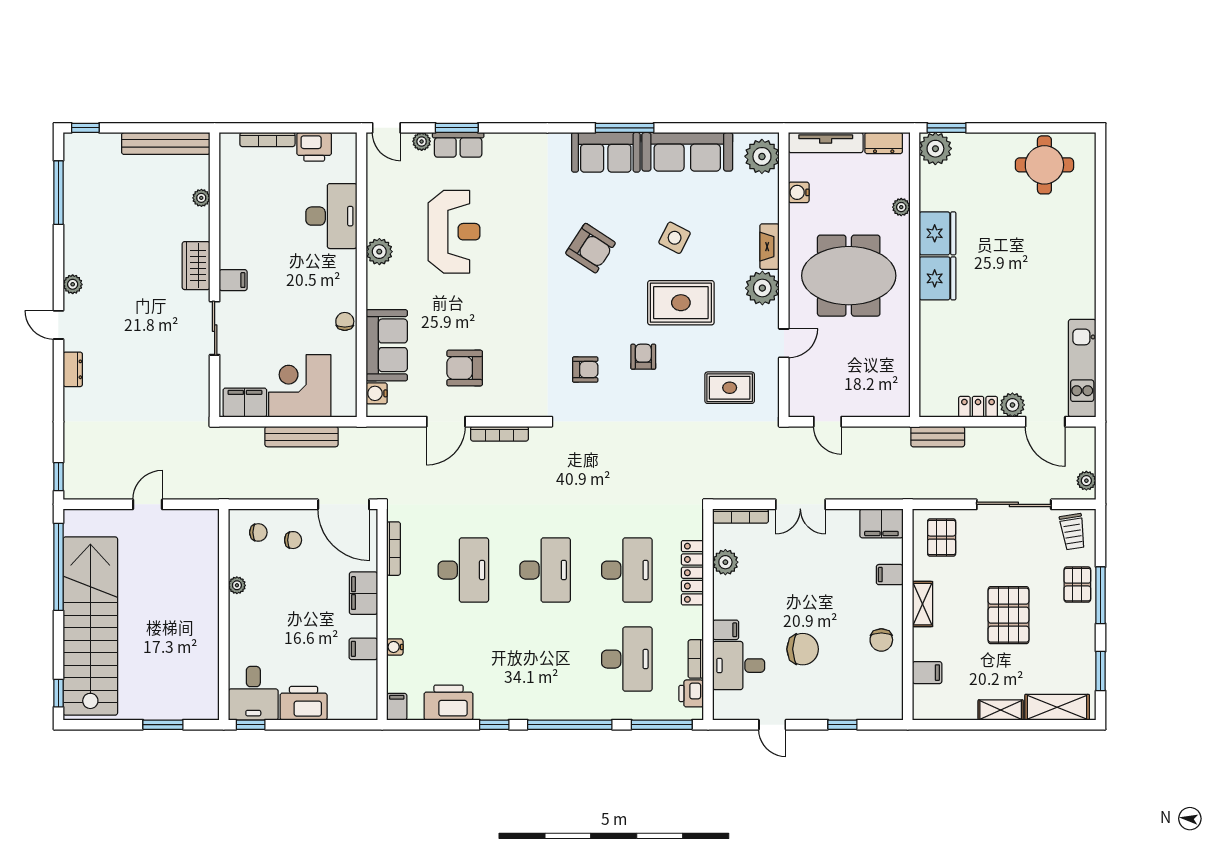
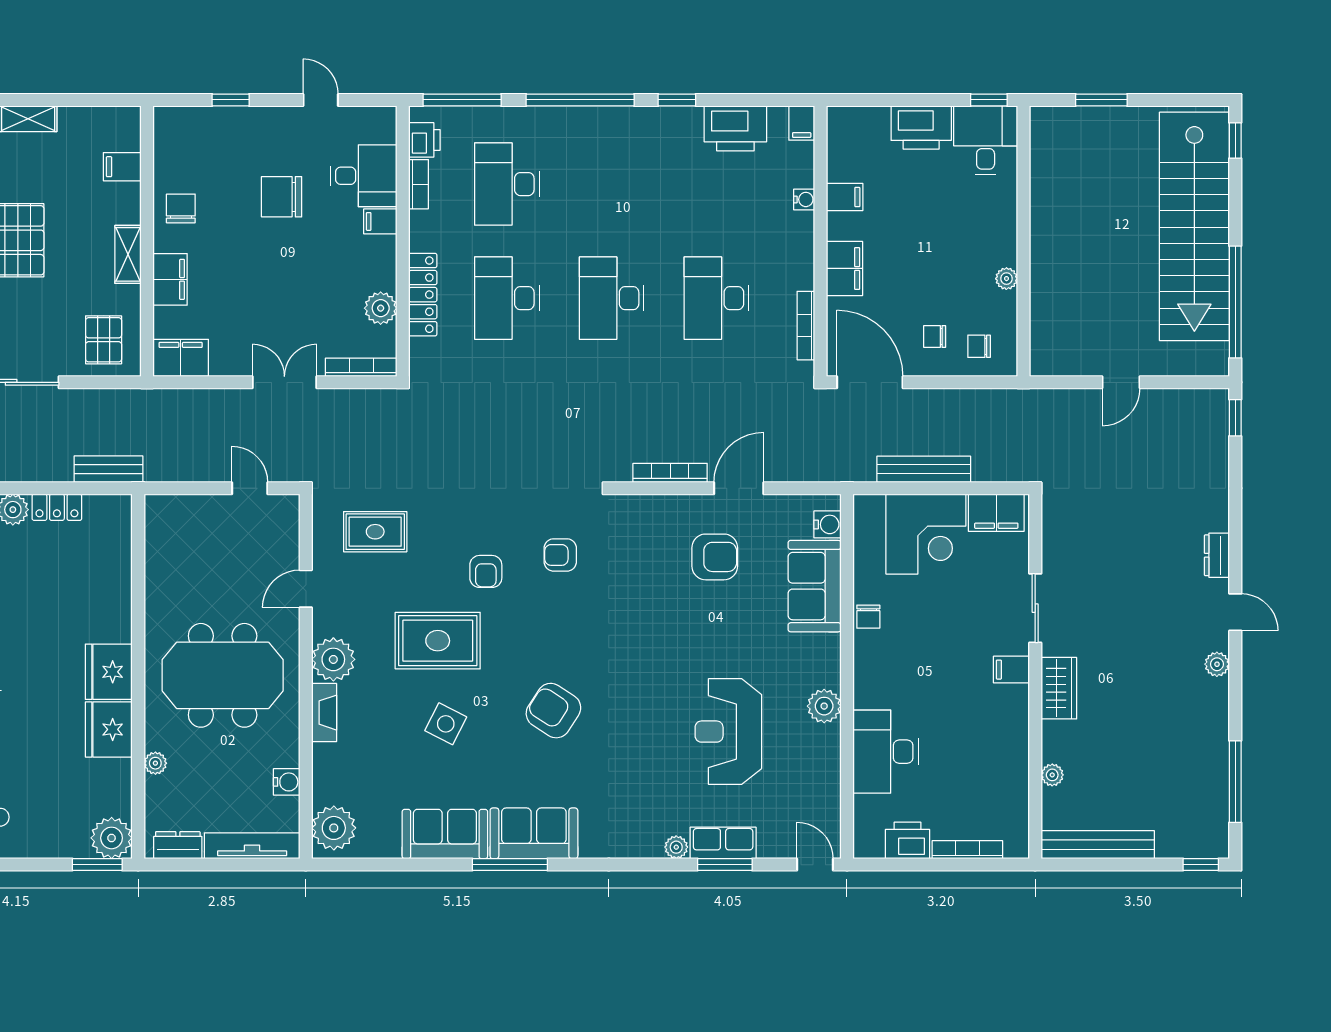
plant: (422, 141) -> (676, 847), moved
sofa: (687, 152) -> (445, 834), width x0.73
filing cabinet: (890, 575) -> (170, 279), width x2.00

